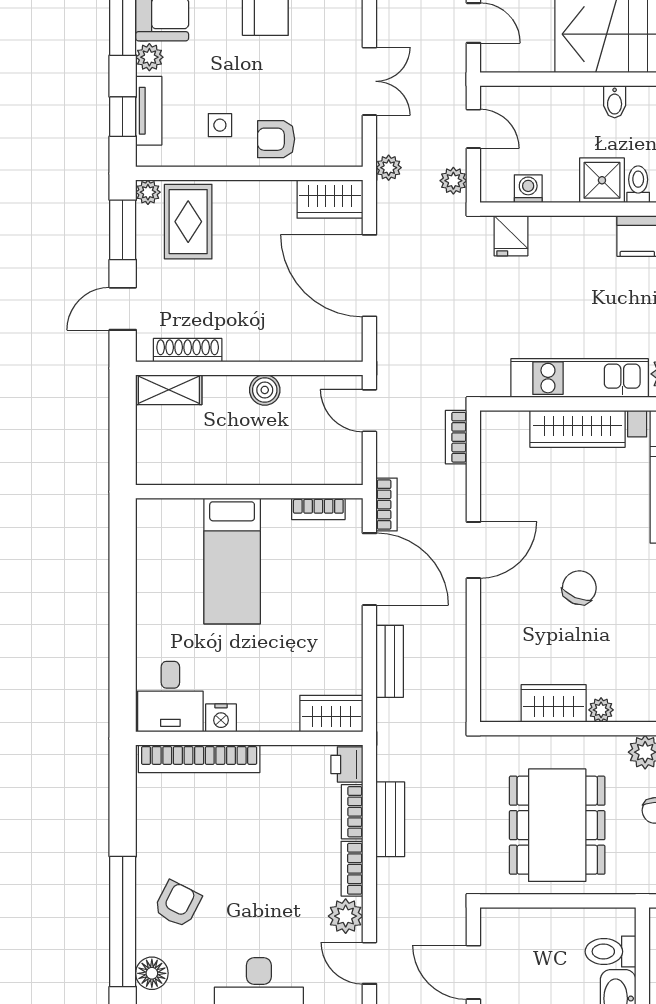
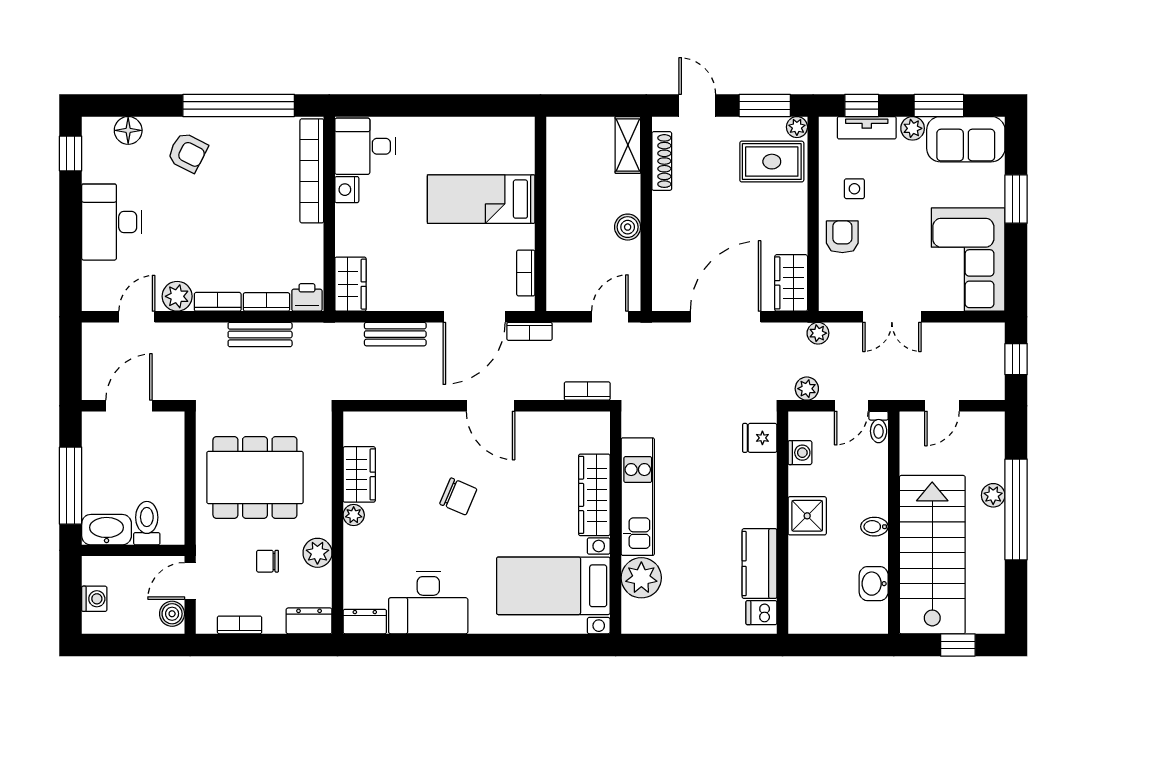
toilet: (638, 184) -> (879, 427), moved, turned 90
window: (123, 922) -> (239, 105), moved

